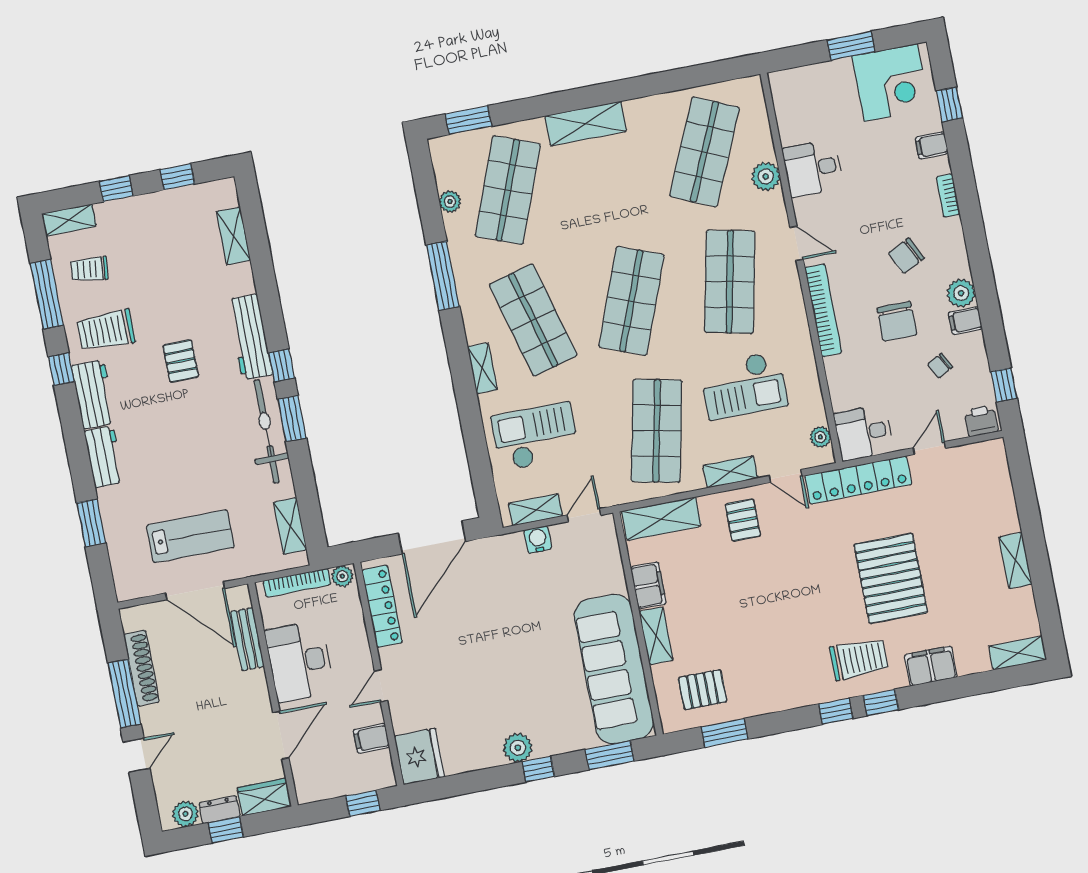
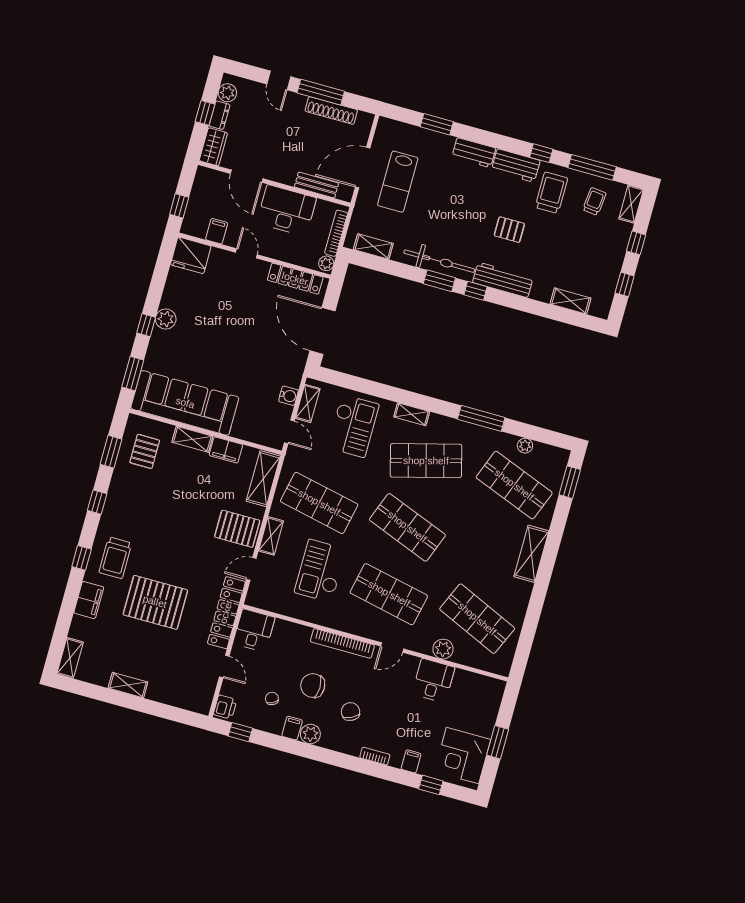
plant: (820, 437) -> (265, 602), removed
pallet: (743, 520) -> (237, 529), width x1.50, depth x1.42
window: (836, 711) -> (97, 502), moved

